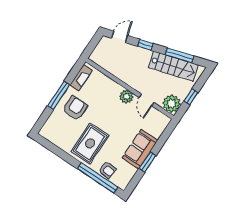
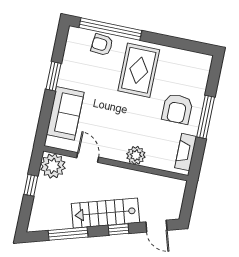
door: (120, 37) -> (156, 226), hinge flipped
stairs: (173, 66) -> (105, 213), moved
plant: (126, 97) -> (136, 155), moved
sofa: (140, 149) -> (65, 113), moved

